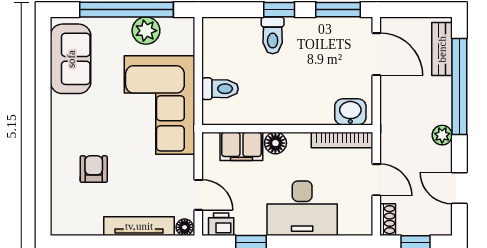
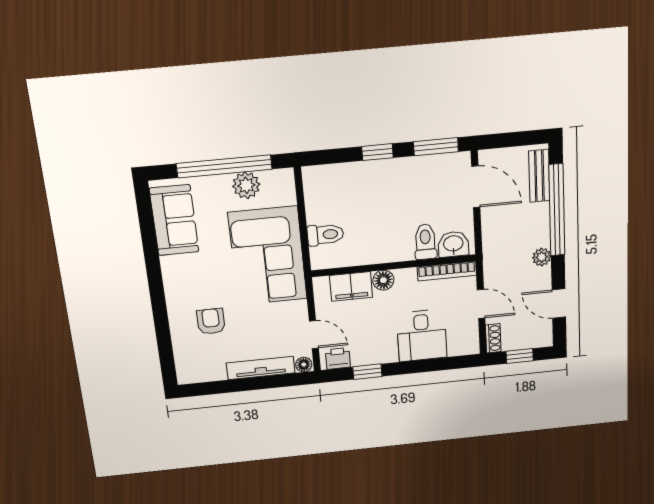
toilet: (273, 35) -> (425, 242), moved, turned 180
desk: (302, 208) -> (422, 335), width x0.73

